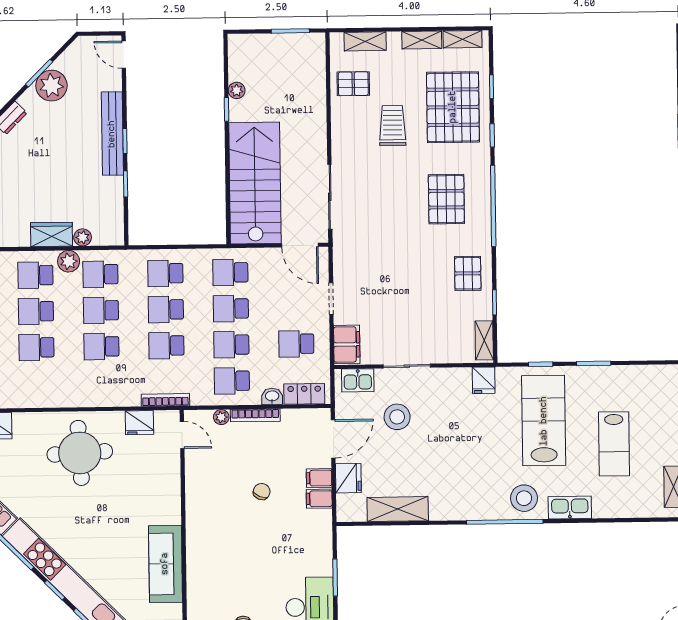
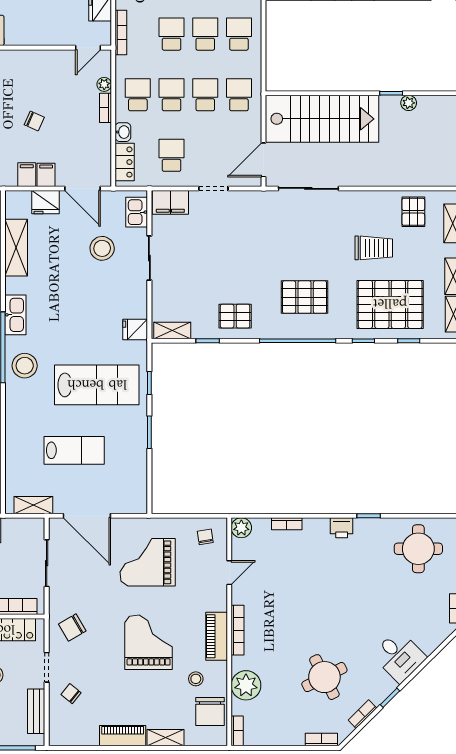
bookcase: (255, 415) -> (105, 108), width x0.64
lab bench: (614, 444) -> (74, 450), turned 180
kitchen sink: (570, 508) -> (15, 315), moved

